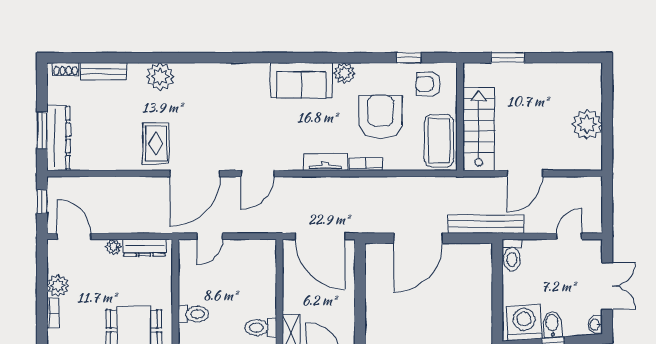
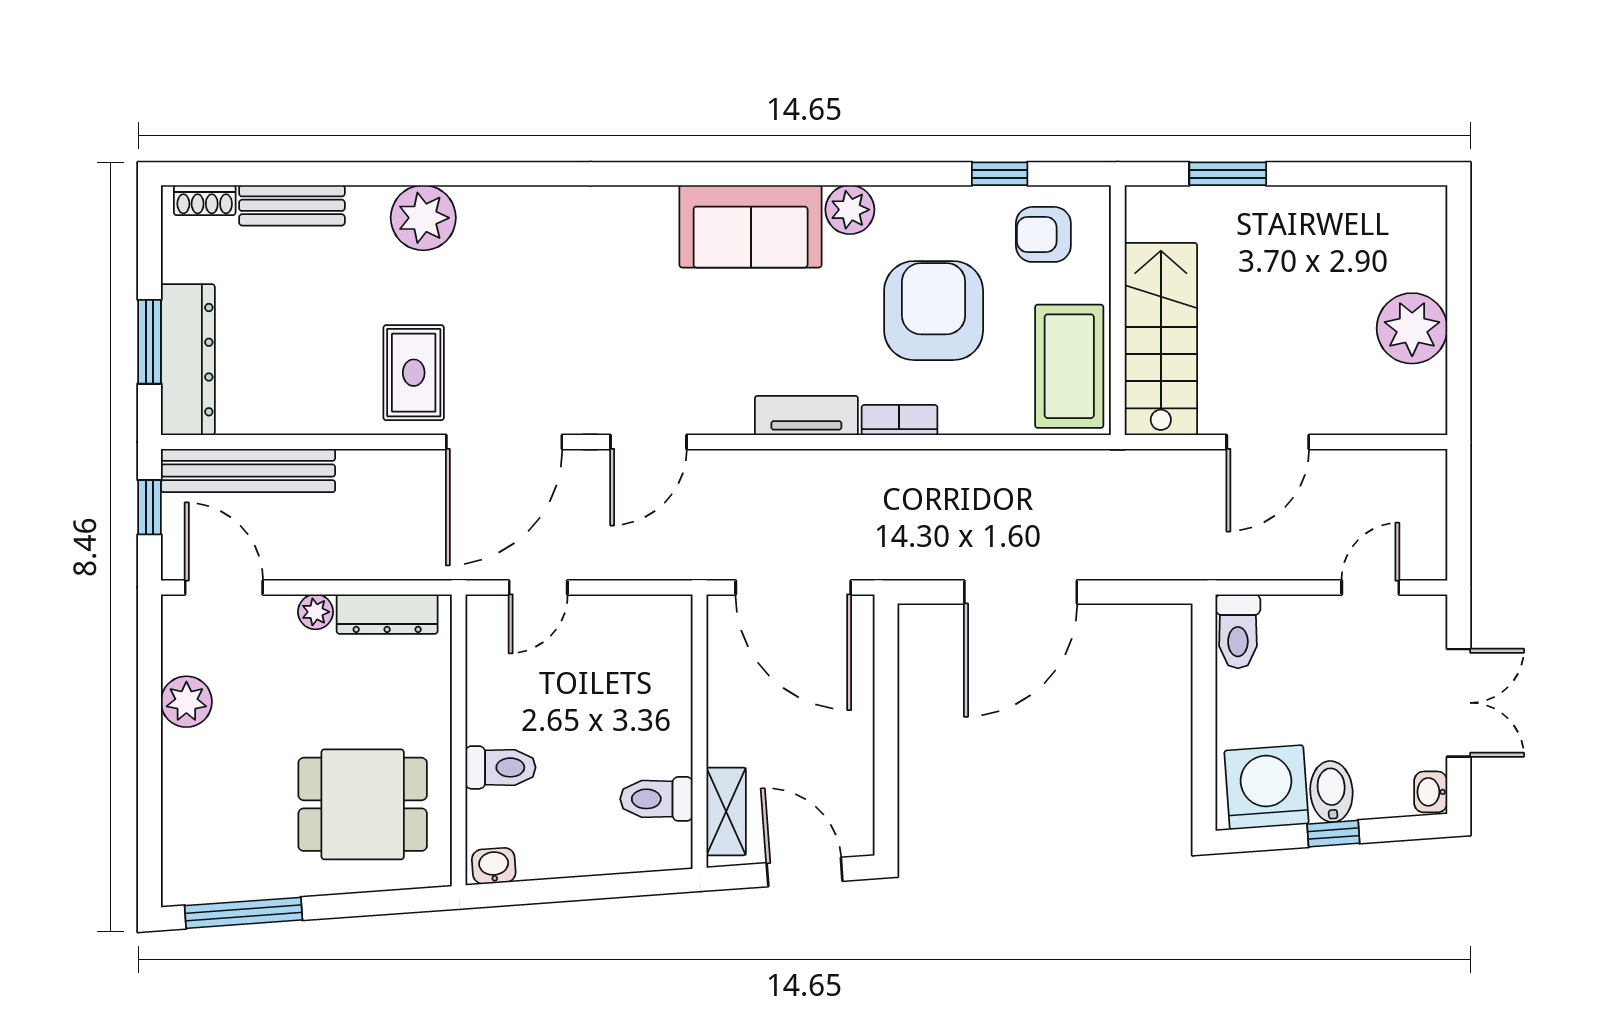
bench: (486, 224) -> (248, 471), moved
bookcase: (53, 313) -> (175, 766), removed

